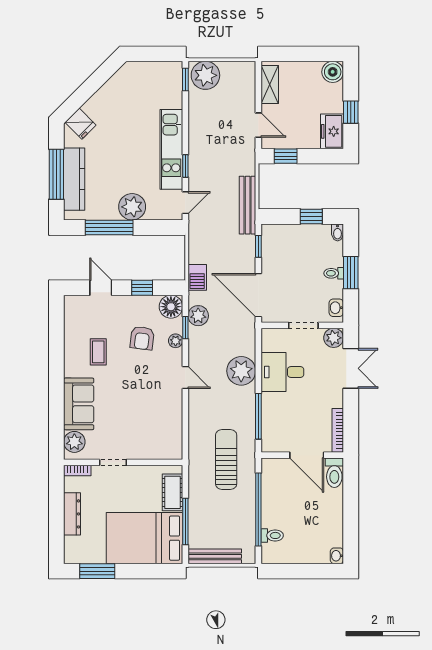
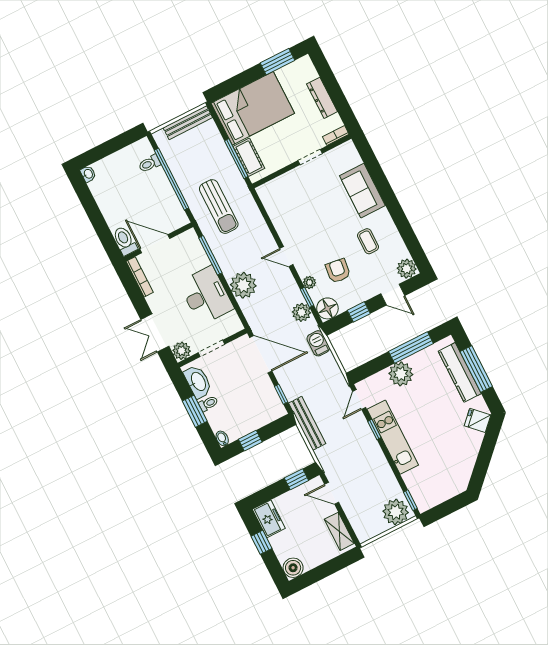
washbasin: (336, 308) -> (198, 382), width x1.91, depth x1.45
desk: (282, 372) -> (206, 295), width x1.37
plant: (74, 442) -> (407, 269), moved
window: (185, 522) -> (236, 159), moved

